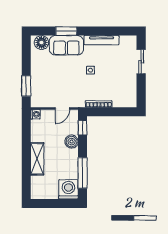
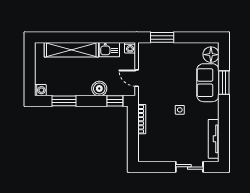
tv unit: (102, 40) -> (214, 139), moved
kitchen sink: (37, 133) -> (109, 50), added
shelving: (37, 159) -> (71, 50), width x1.47
window: (83, 173) -> (64, 101), width x0.69
washing machine: (68, 189) -> (40, 90), width x0.53, depth x0.53

